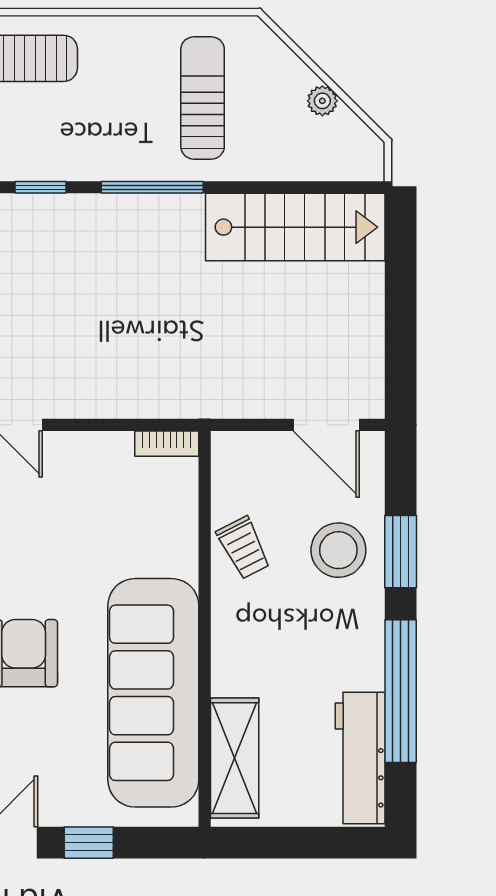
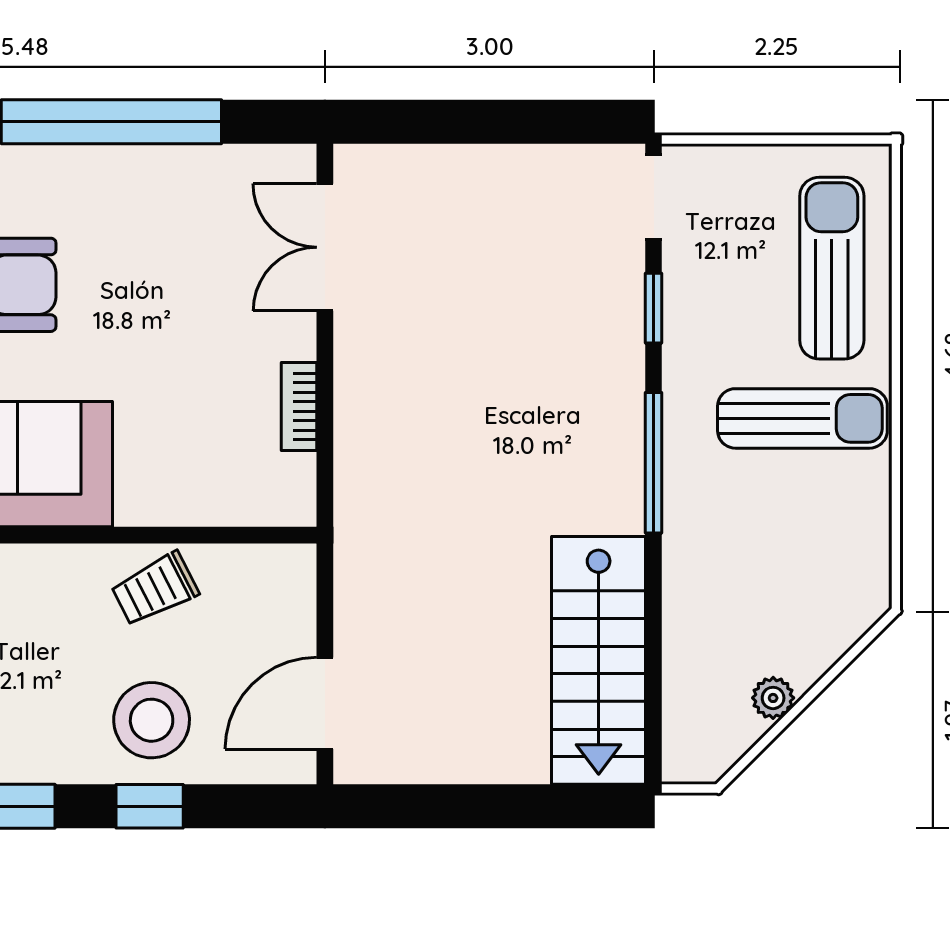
sun lounger: (203, 98) -> (802, 418), moved
bookcase: (167, 444) -> (299, 406), moved
window: (401, 552) -> (150, 806), width x0.67

